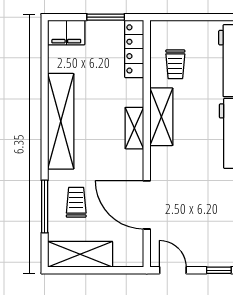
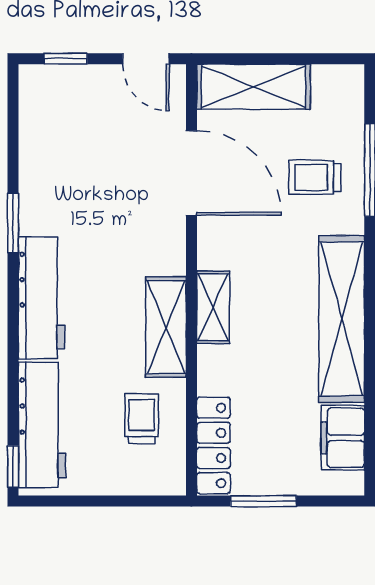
filing cabinet: (66, 33) -> (343, 438), moved, turned -90
trolley: (76, 202) -> (315, 177), turned 90
shelving: (80, 254) -> (253, 87), moved

